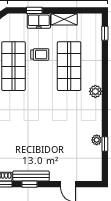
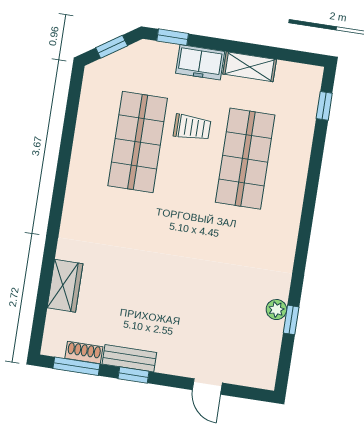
window: (34, 10) -> (173, 37), moved
plant: (95, 91) -> (289, 215), removed
bench: (31, 176) -> (129, 358), width x0.73

